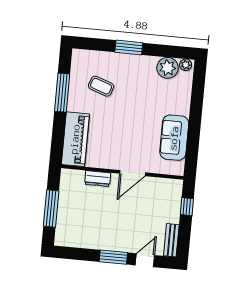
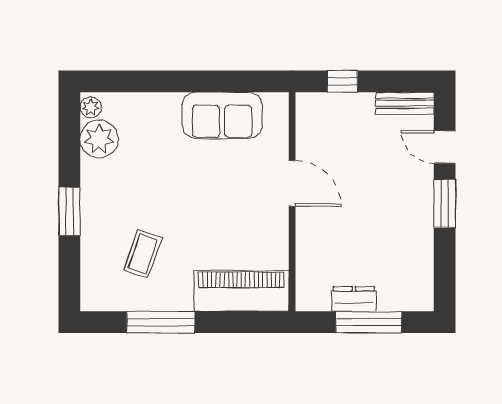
dresser: (98, 179) -> (354, 299), moved, turned -90

